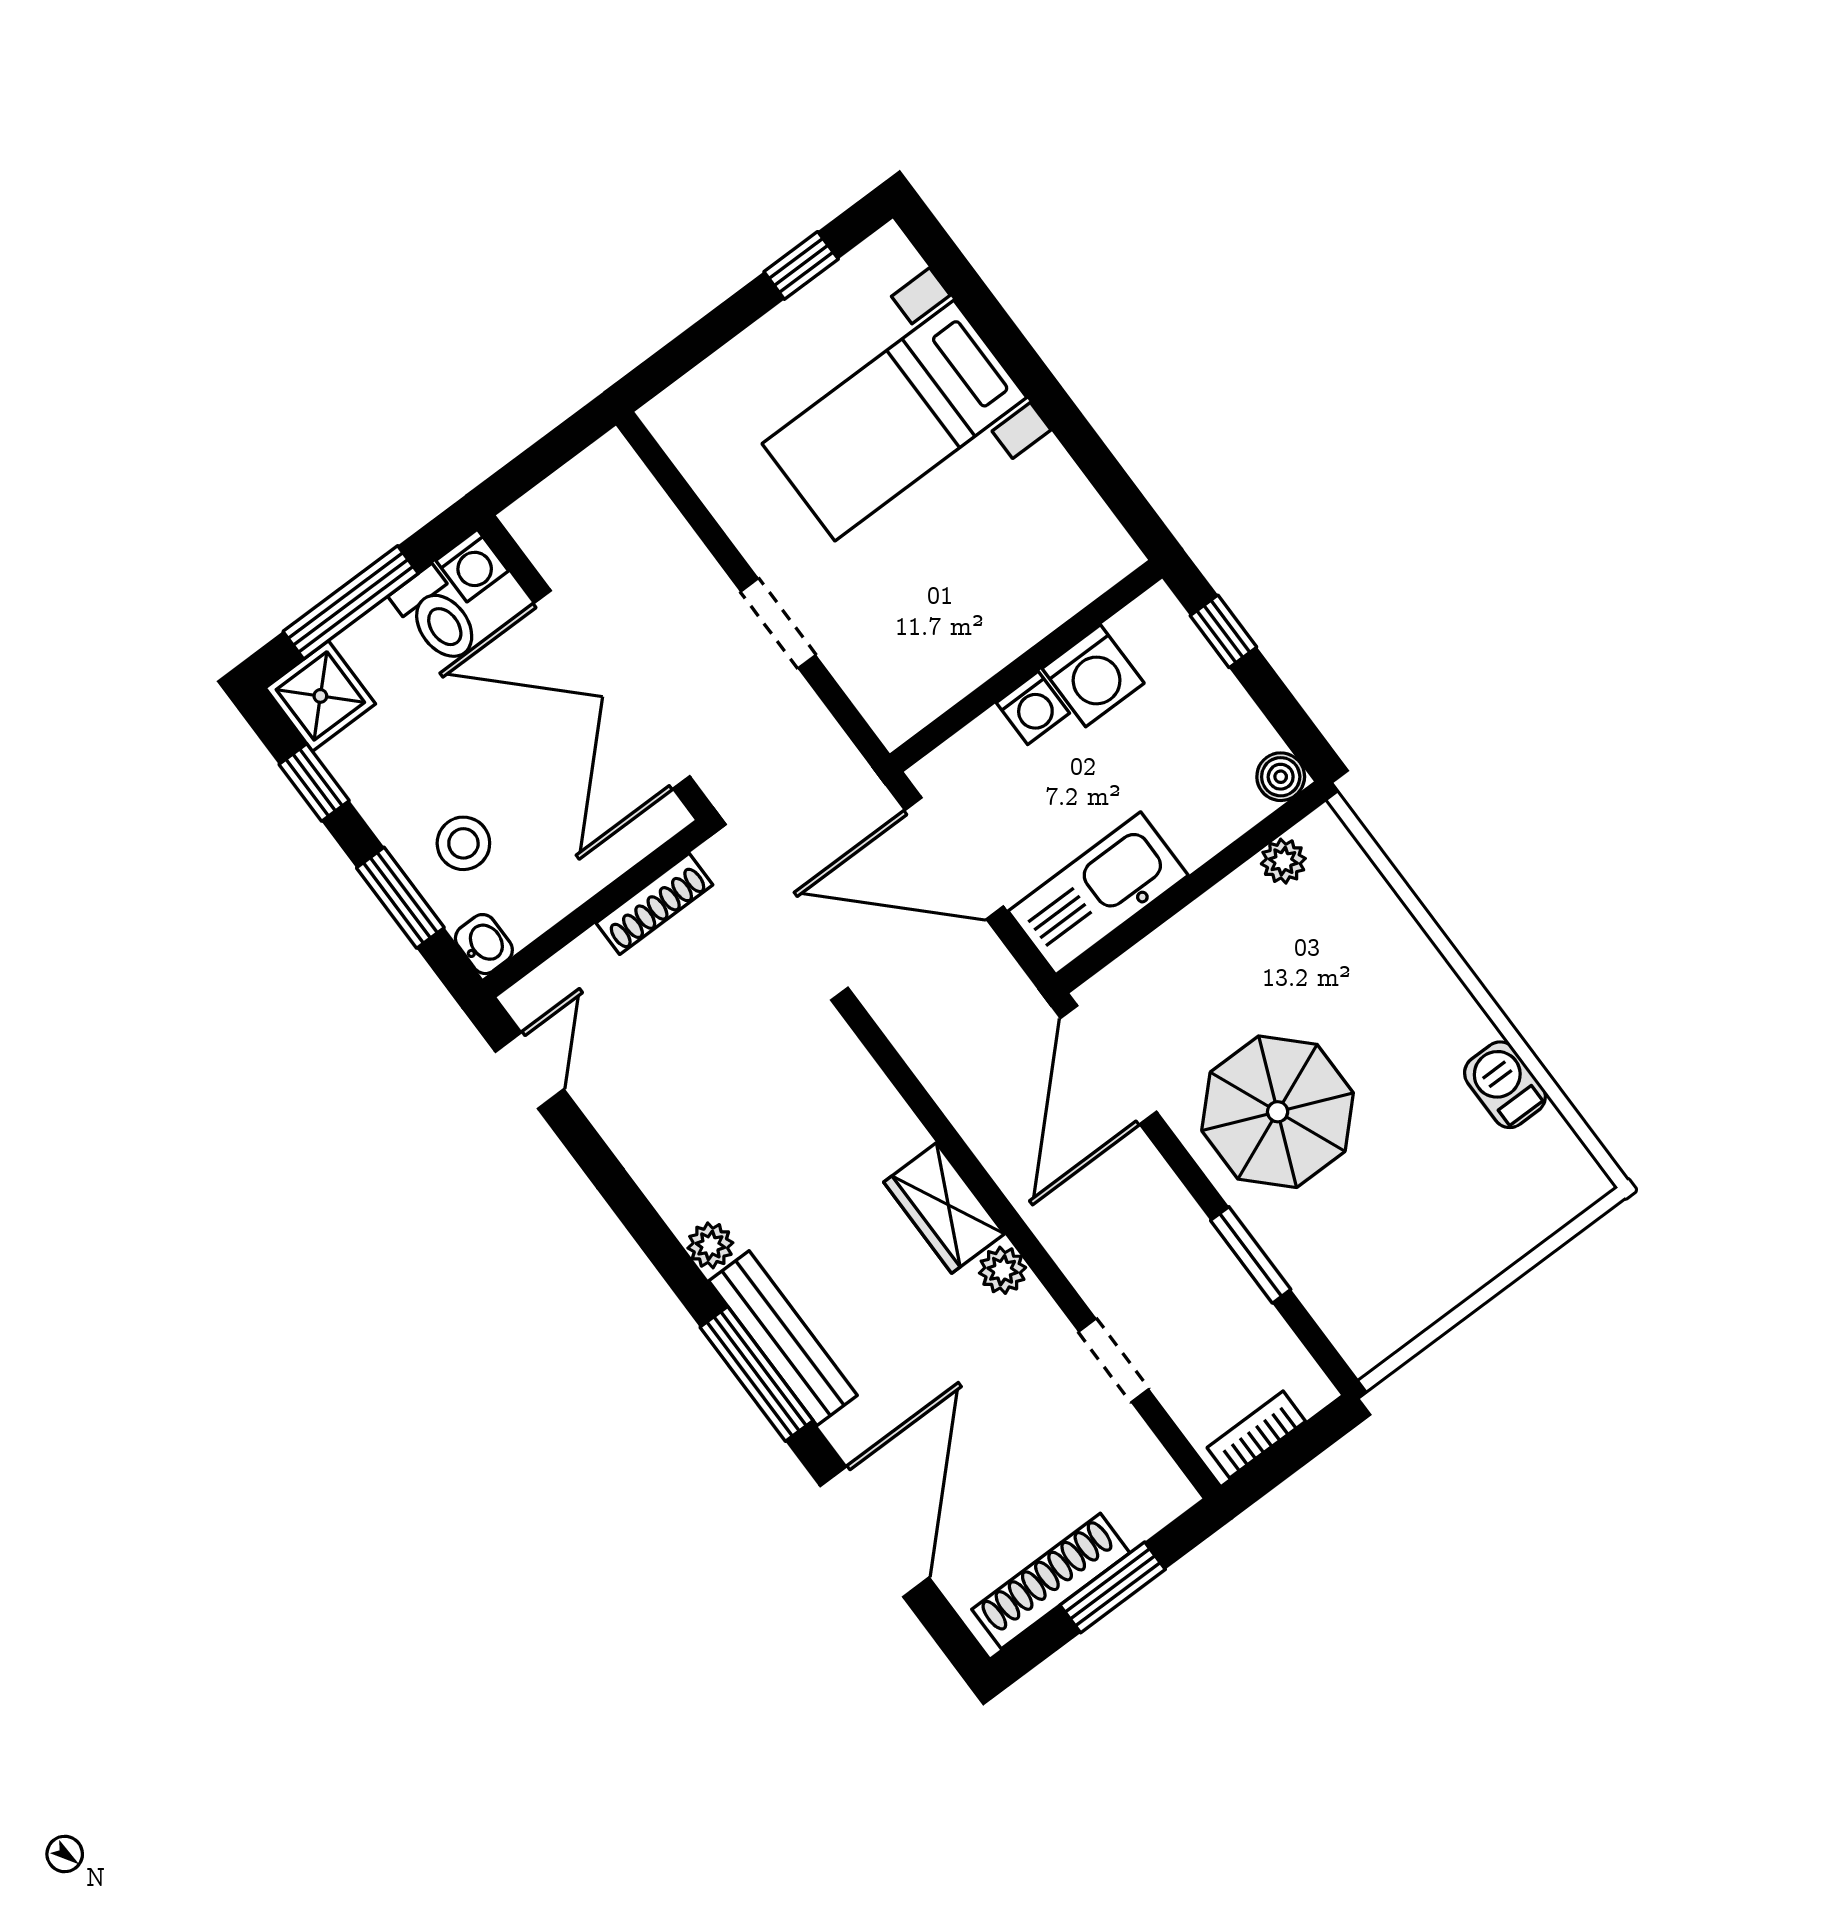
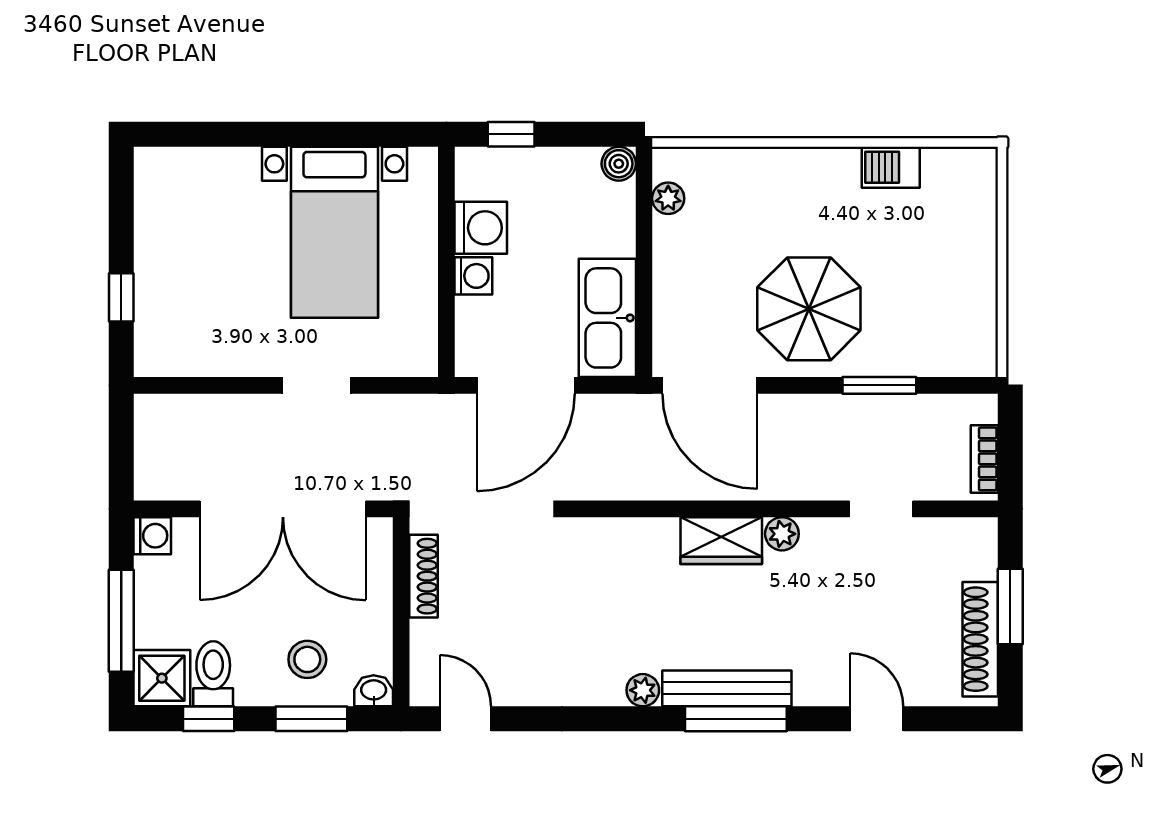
window: (801, 265) -> (121, 297), moved
bed with nightstands: (894, 421) -> (334, 232), moved
toilet: (437, 616) -> (213, 674), moved, turned -90
door: (875, 1532) -> (877, 719), width x0.53

